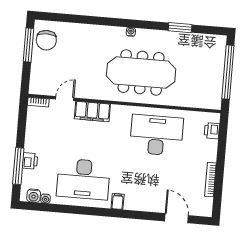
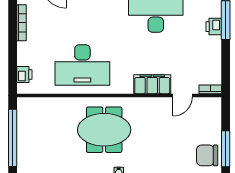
chair: (46, 40) -> (207, 155), turned -90
meeting table: (141, 72) -> (104, 130), width x0.73

